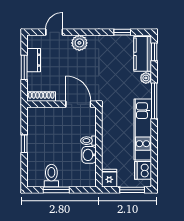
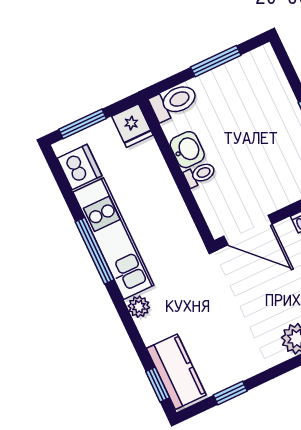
plant: (146, 78) -> (139, 307), moved
window: (154, 101) -> (95, 251), moved
toilet: (51, 176) -> (174, 102), moved, turned -90

